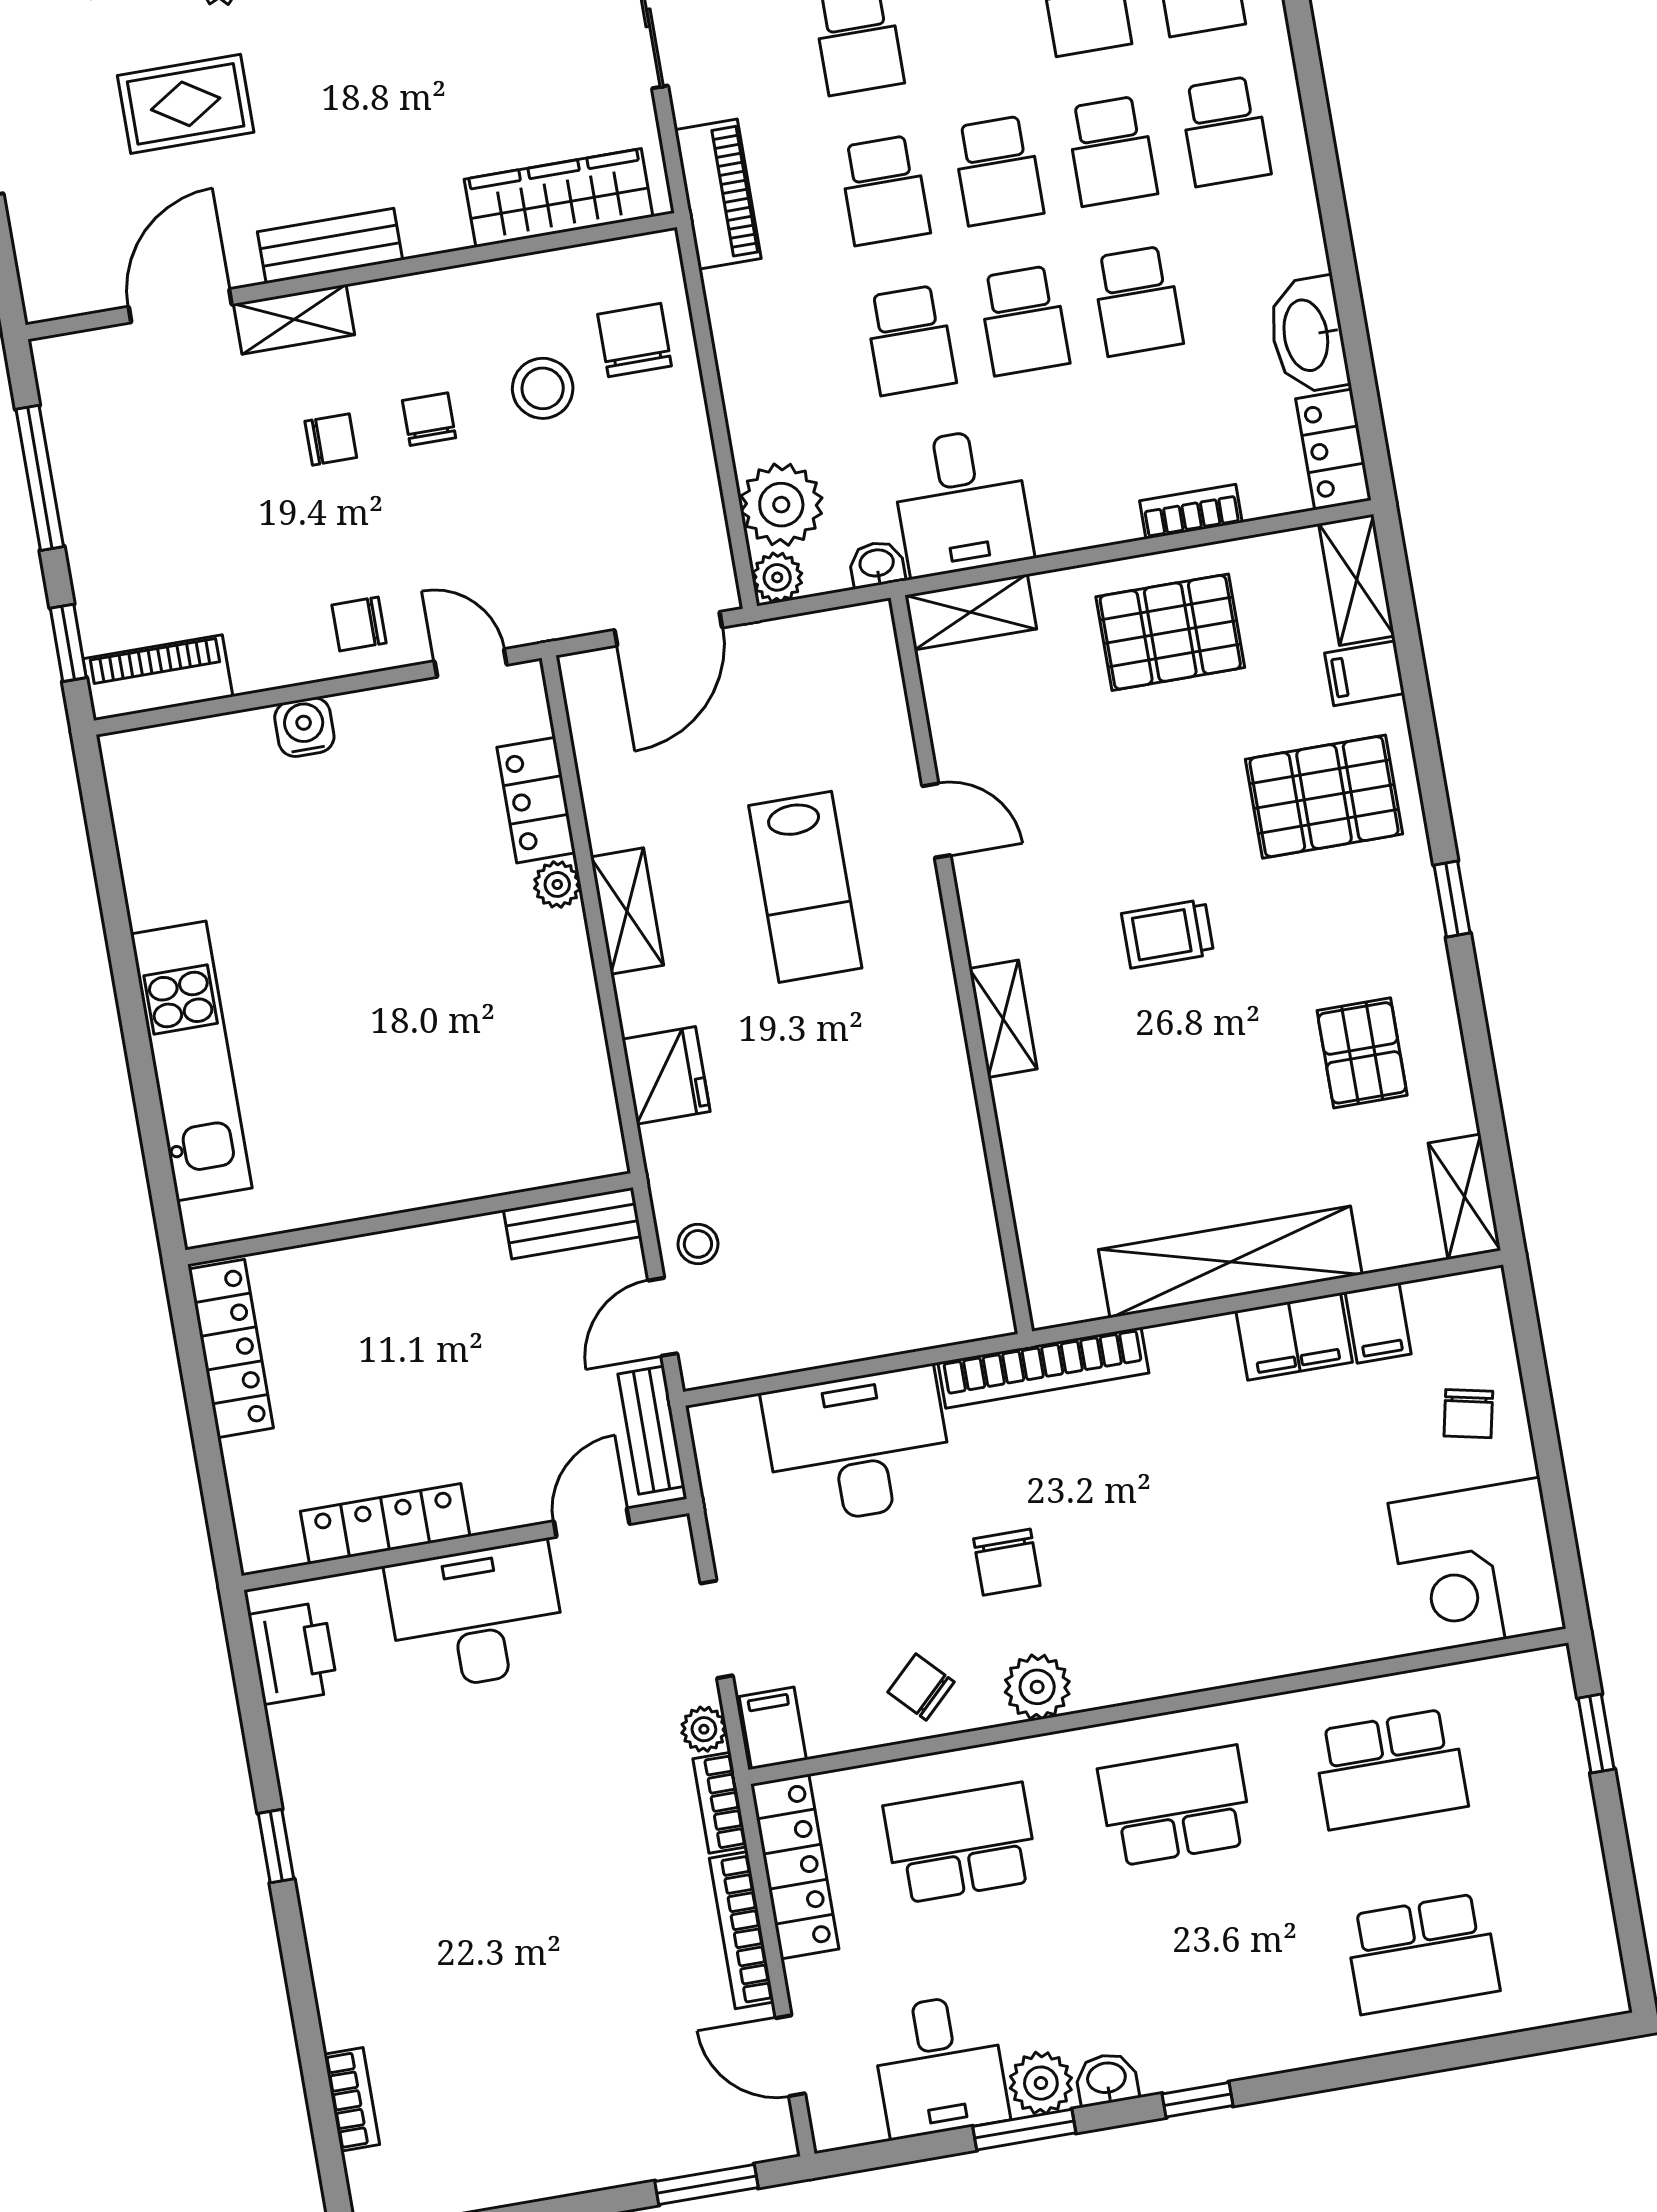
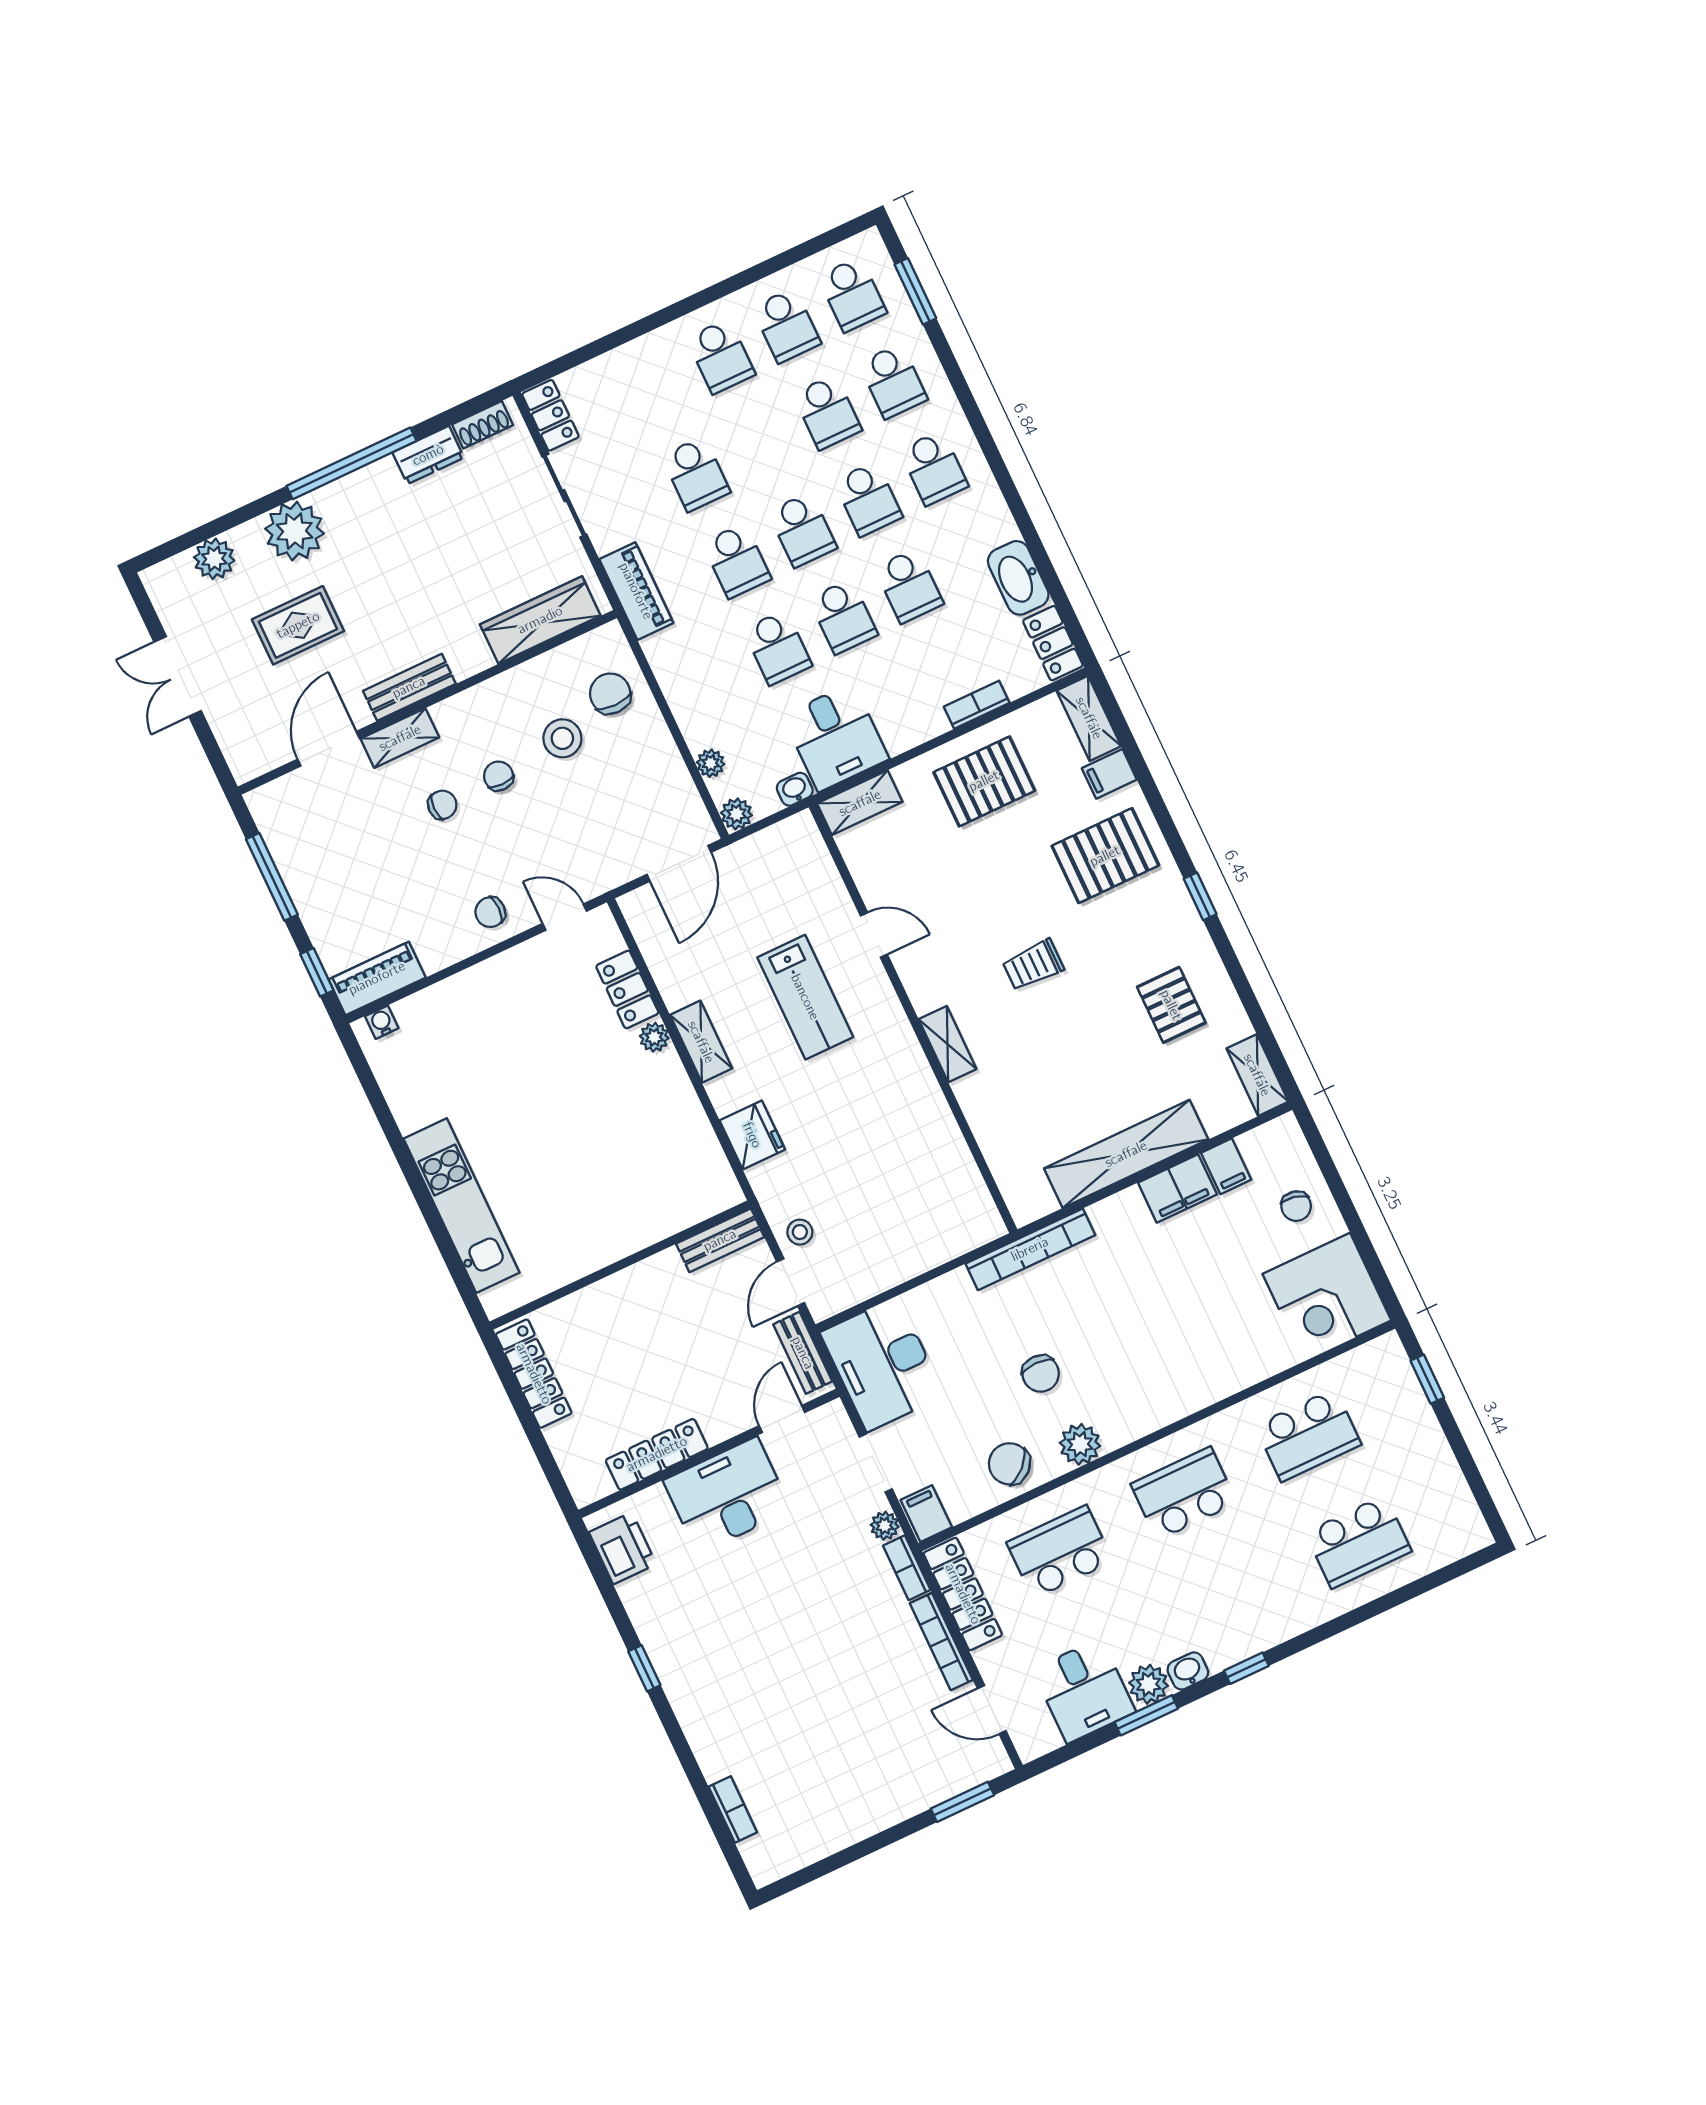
plant: (781, 505) -> (711, 763), width x0.53, depth x0.53
water cooler: (304, 727) -> (382, 1022), moved, width x0.72, depth x0.72
desk: (858, 1446) -> (882, 1364), moved, turned -90
chair: (921, 1687) -> (1009, 1464), width x1.37, depth x1.37

